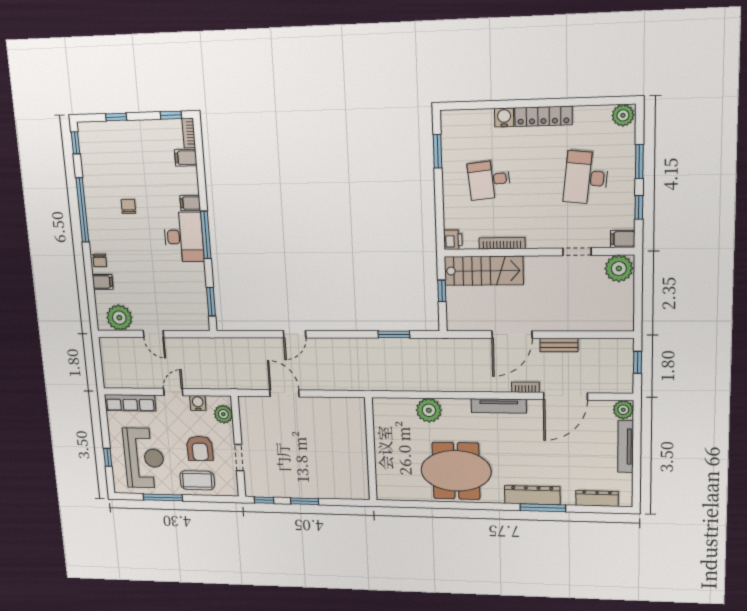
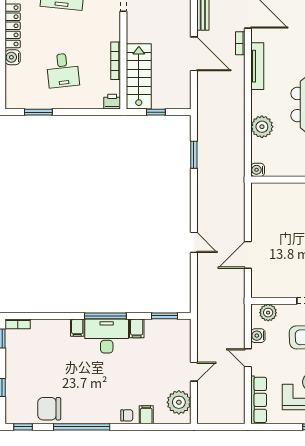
filing cabinet: (186, 158) -> (137, 328), moved
chair: (128, 206) -> (49, 409), moved, width x1.87, depth x1.87
water cooler: (380, 405) -> (258, 170), added

